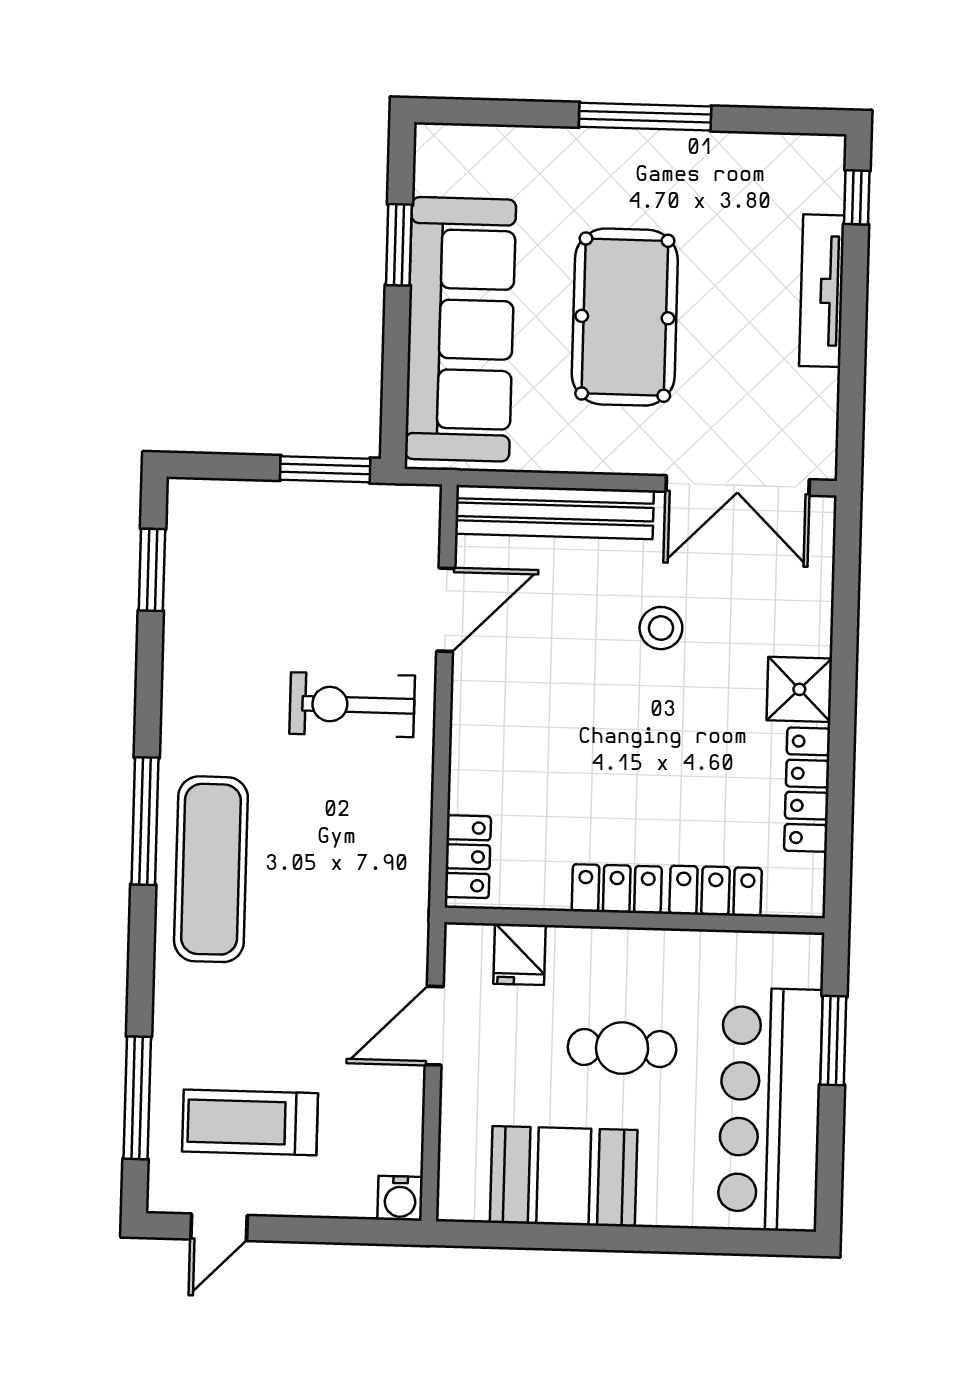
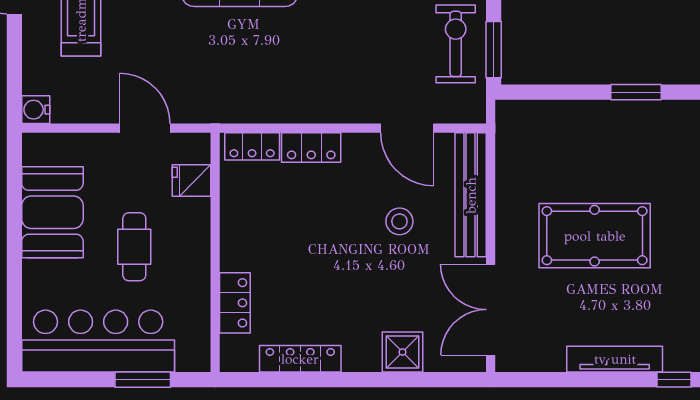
sofa: (460, 329) -> (584, 132), removed
stool: (661, 628) -> (399, 221), moved
shower: (799, 689) -> (402, 352), moved
exercise bike: (352, 705) -> (456, 44), moved
locker: (617, 889) -> (311, 147), moved, turned 90

